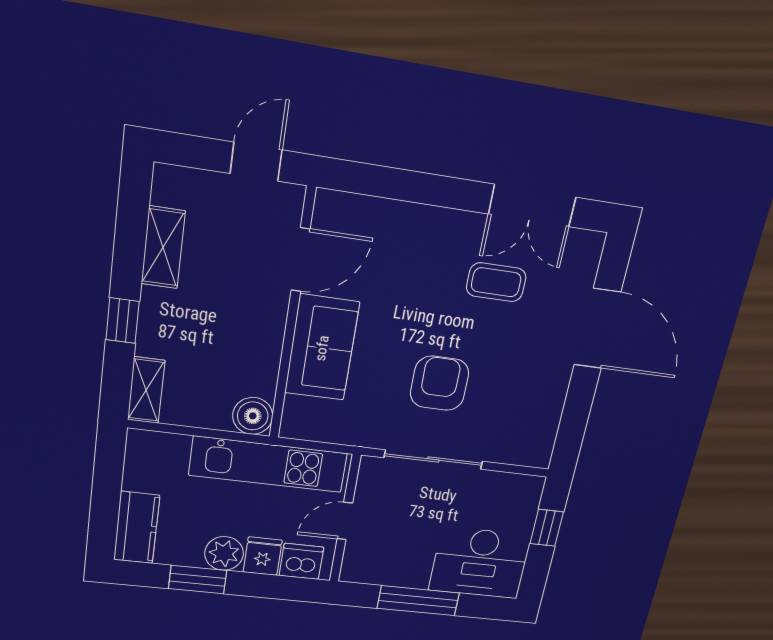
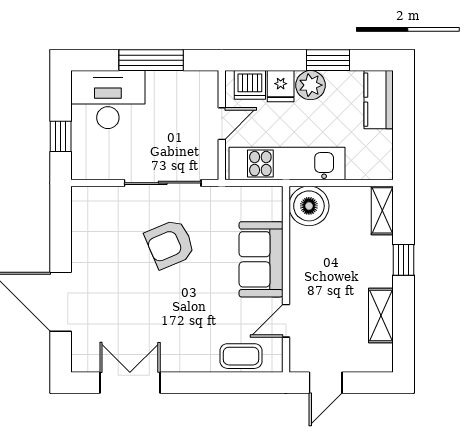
door: (300, 260) -> (286, 321), width x0.73
coffee table: (496, 282) -> (241, 356), moved
armchair: (440, 383) -> (170, 244), turned 67
boiler: (253, 416) -> (309, 206), width x1.37, depth x1.37

